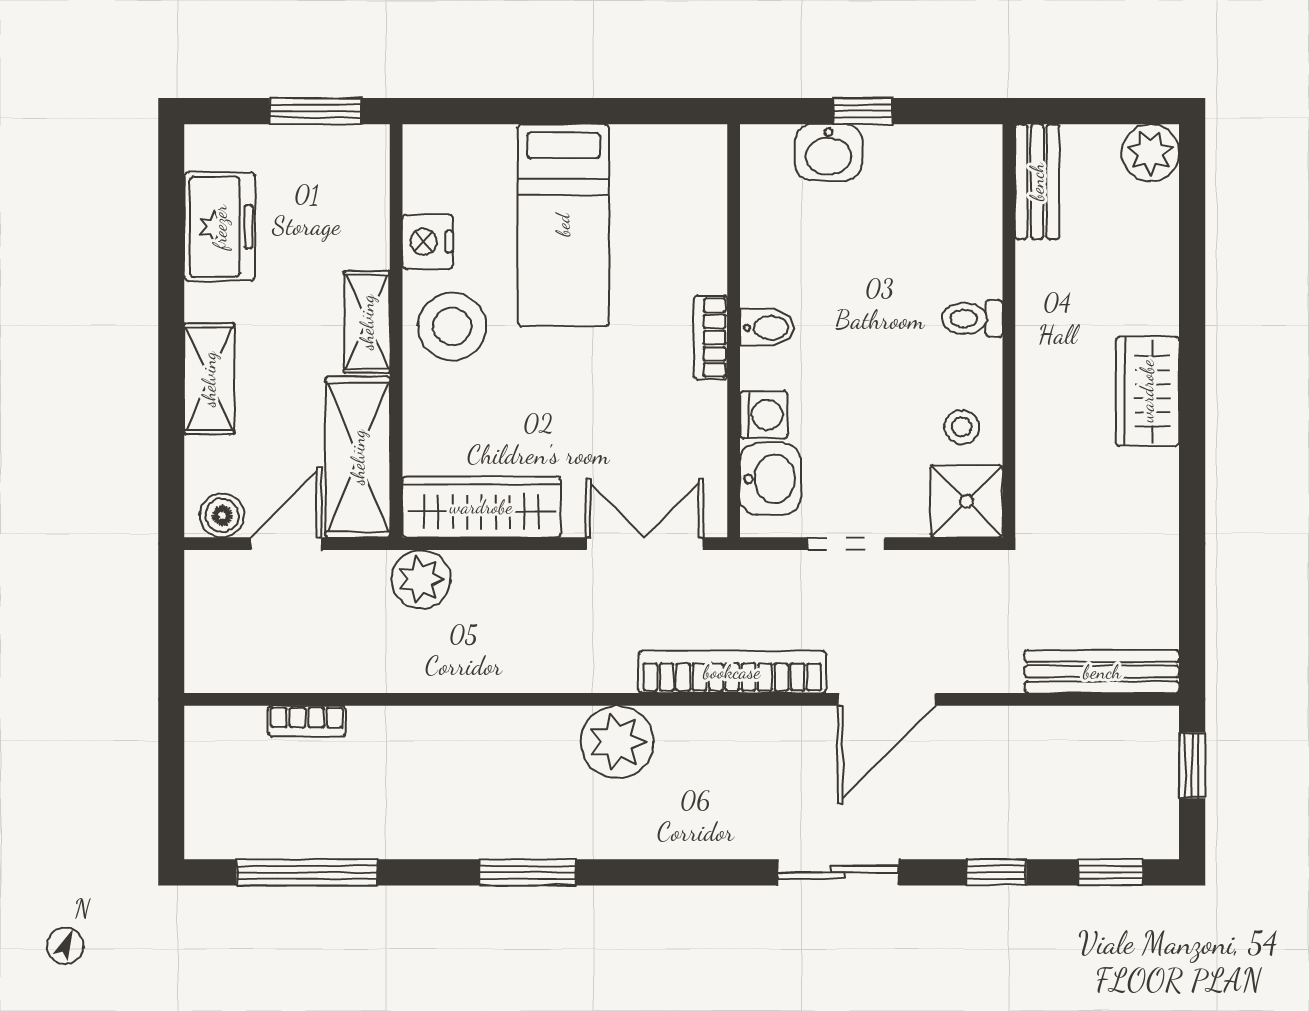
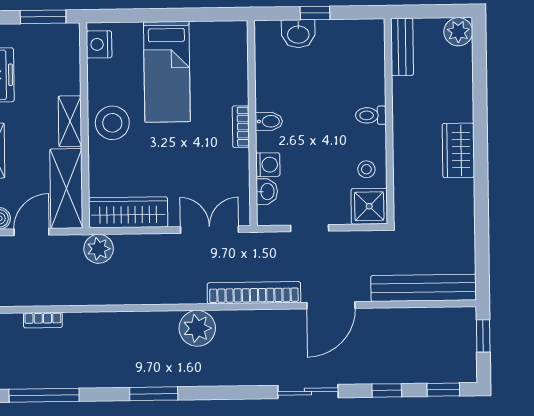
nightstand: (428, 242) -> (99, 44), moved
washbasin: (770, 479) -> (267, 192), width x0.72, depth x0.69
bench: (1102, 672) -> (424, 288), width x1.37, depth x1.21

